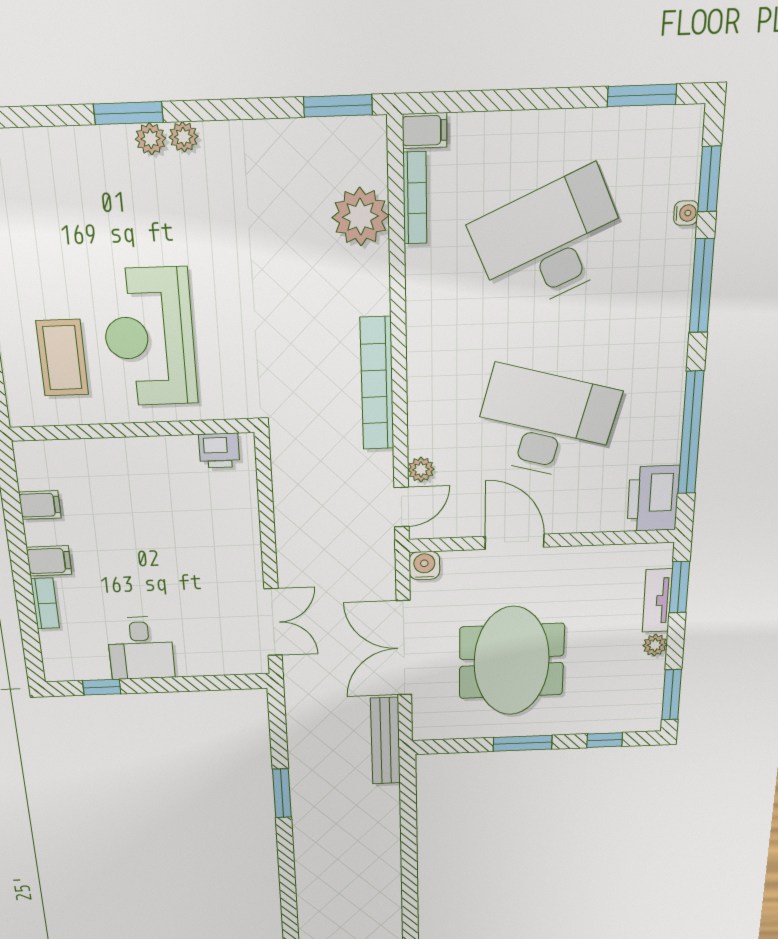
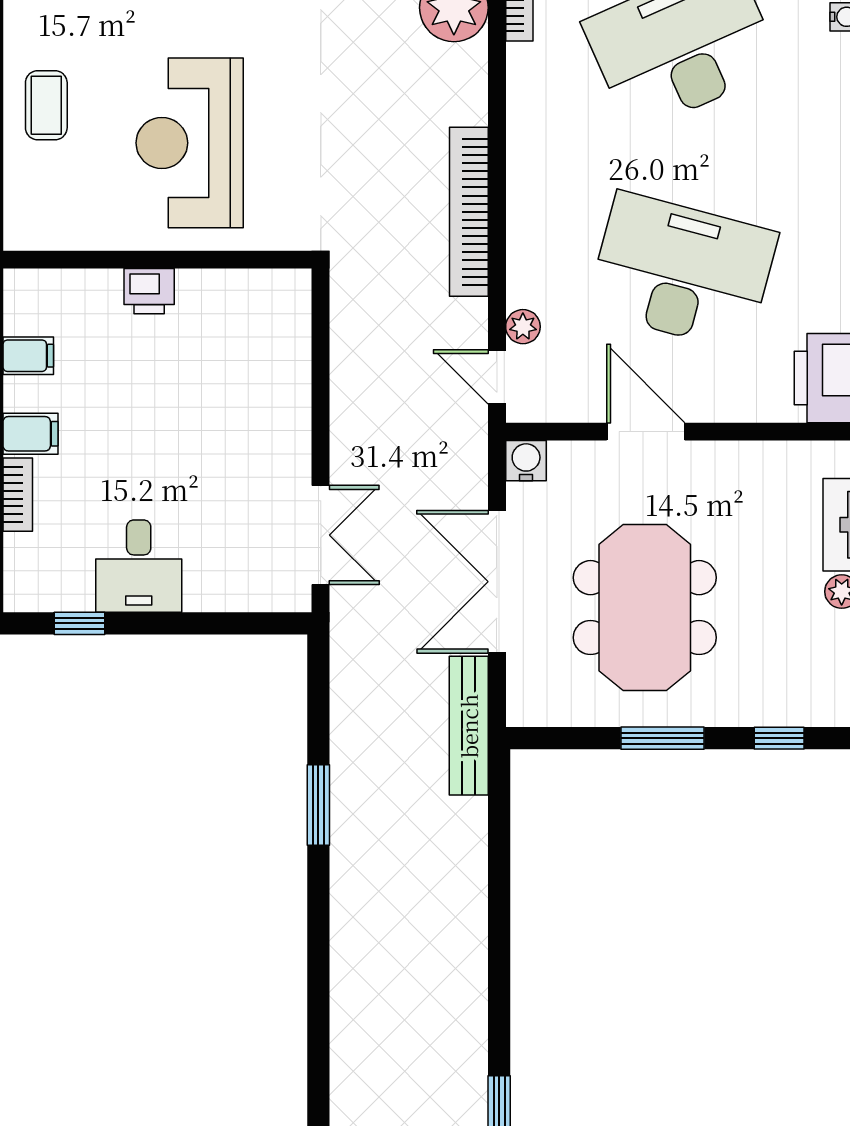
coffee table: (62, 358) -> (46, 105), moved, width x0.73, depth x0.77
printer: (219, 451) -> (149, 291), moved
door: (402, 507) -> (497, 377), swing flipped

